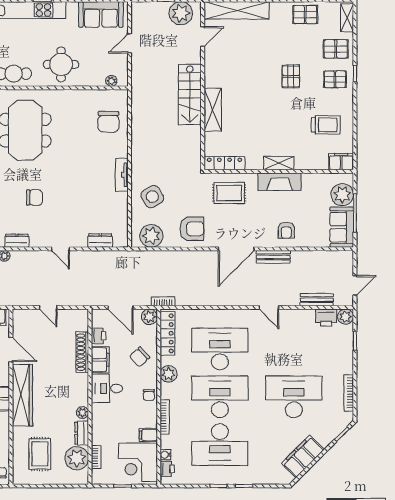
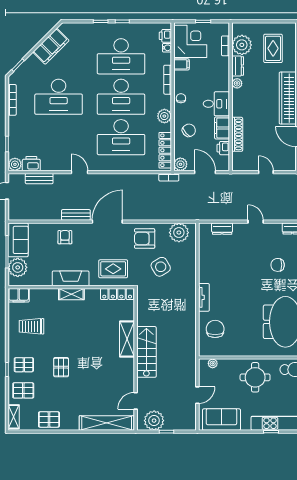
tv unit: (122, 175) -> (204, 297), moved
side table: (152, 197) -> (161, 267), moved
desk: (220, 445) -> (121, 56), turned 180

